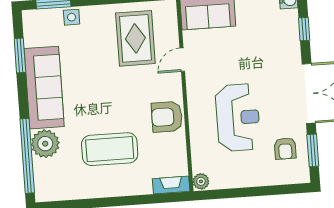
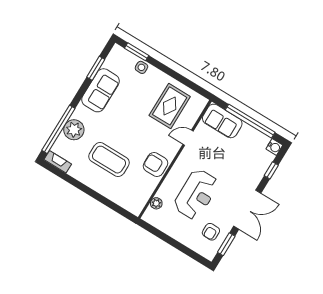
sofa: (44, 88) -> (101, 90), width x0.73
plant: (201, 181) -> (156, 203), moved
fireplace: (171, 185) -> (58, 162), moved

